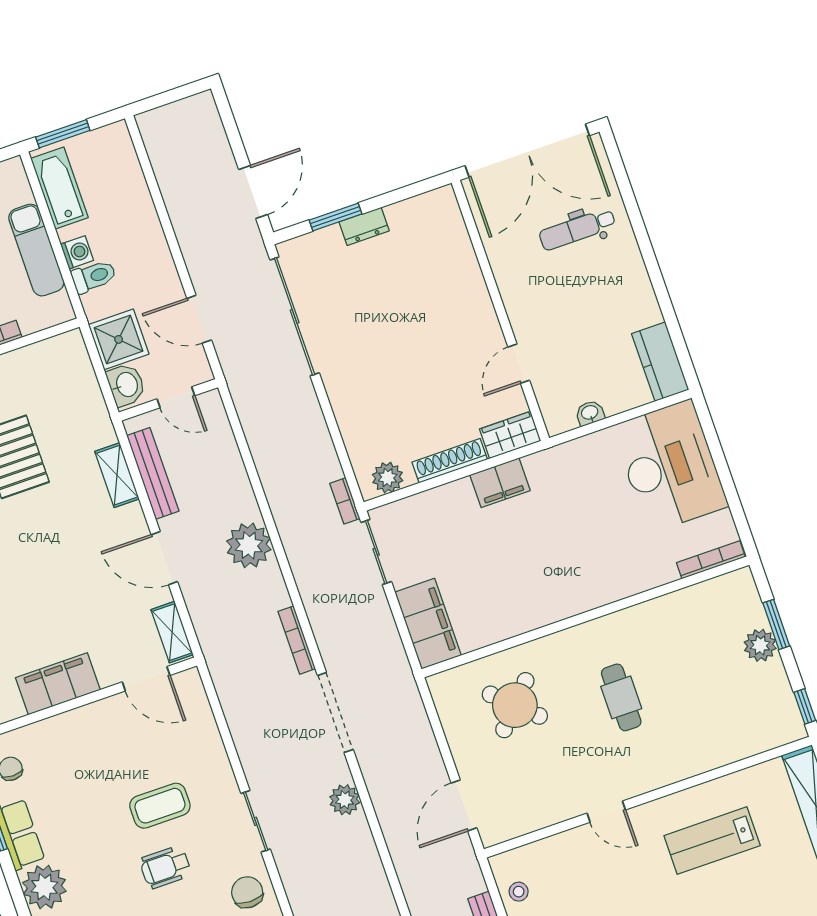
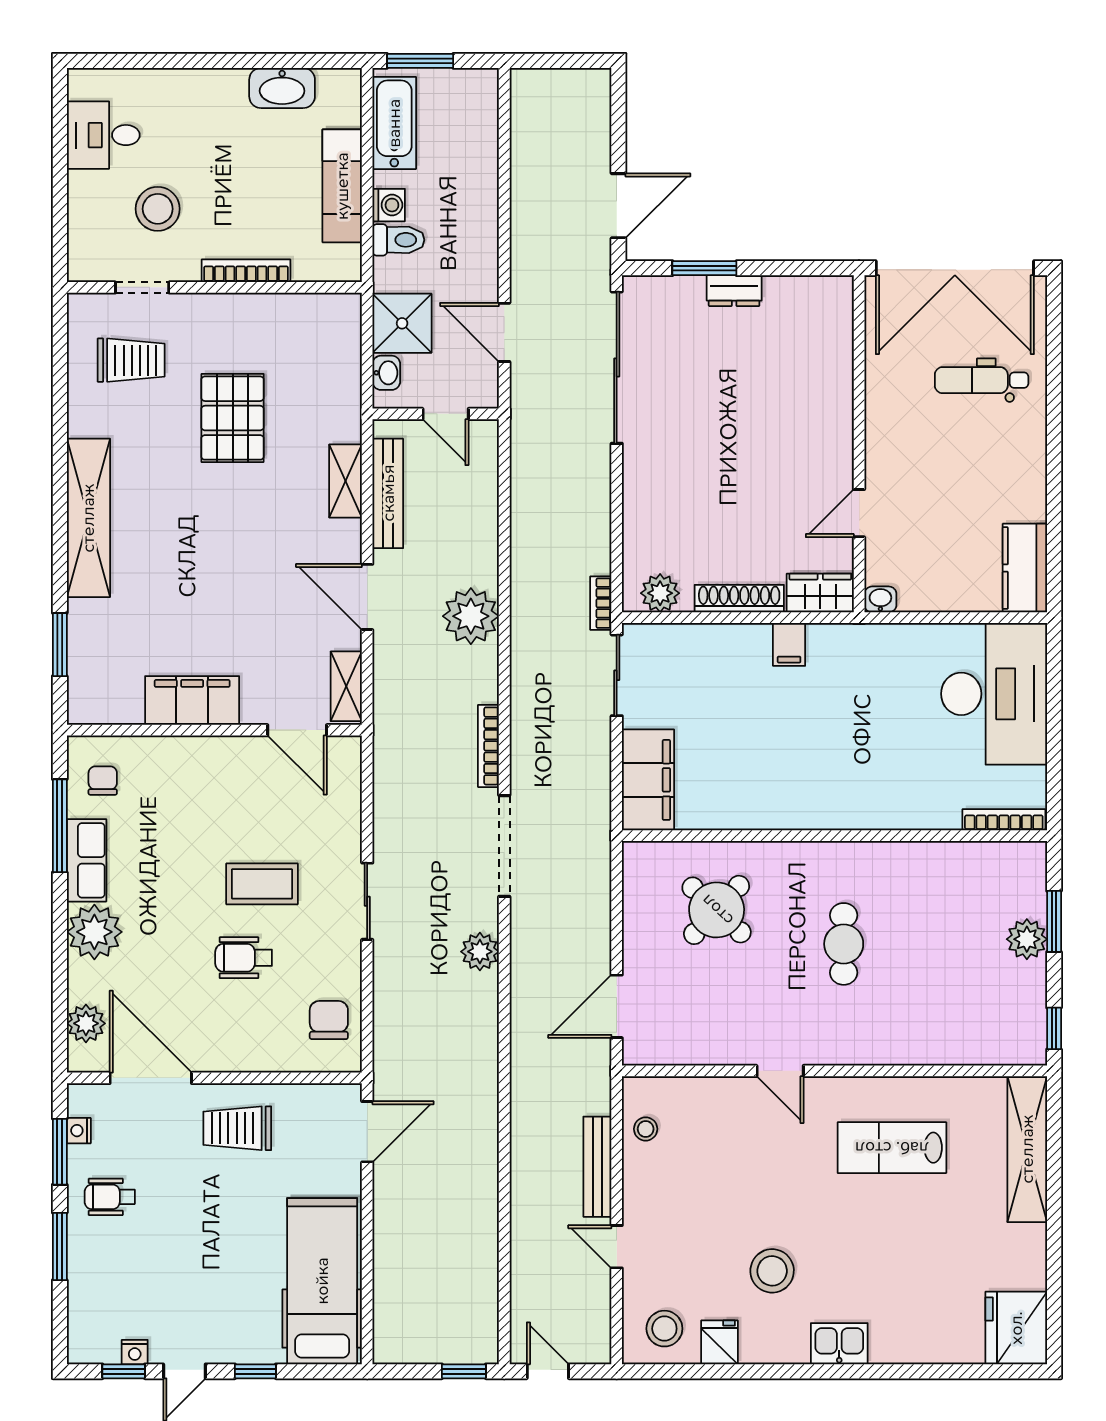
washbasin: (126, 385) -> (386, 373), width x0.72, depth x0.69
washbasin: (590, 413) -> (880, 599), moved
filing cabinet: (500, 483) -> (789, 644), width x0.50
sliding door: (256, 821) -> (367, 901), moved

